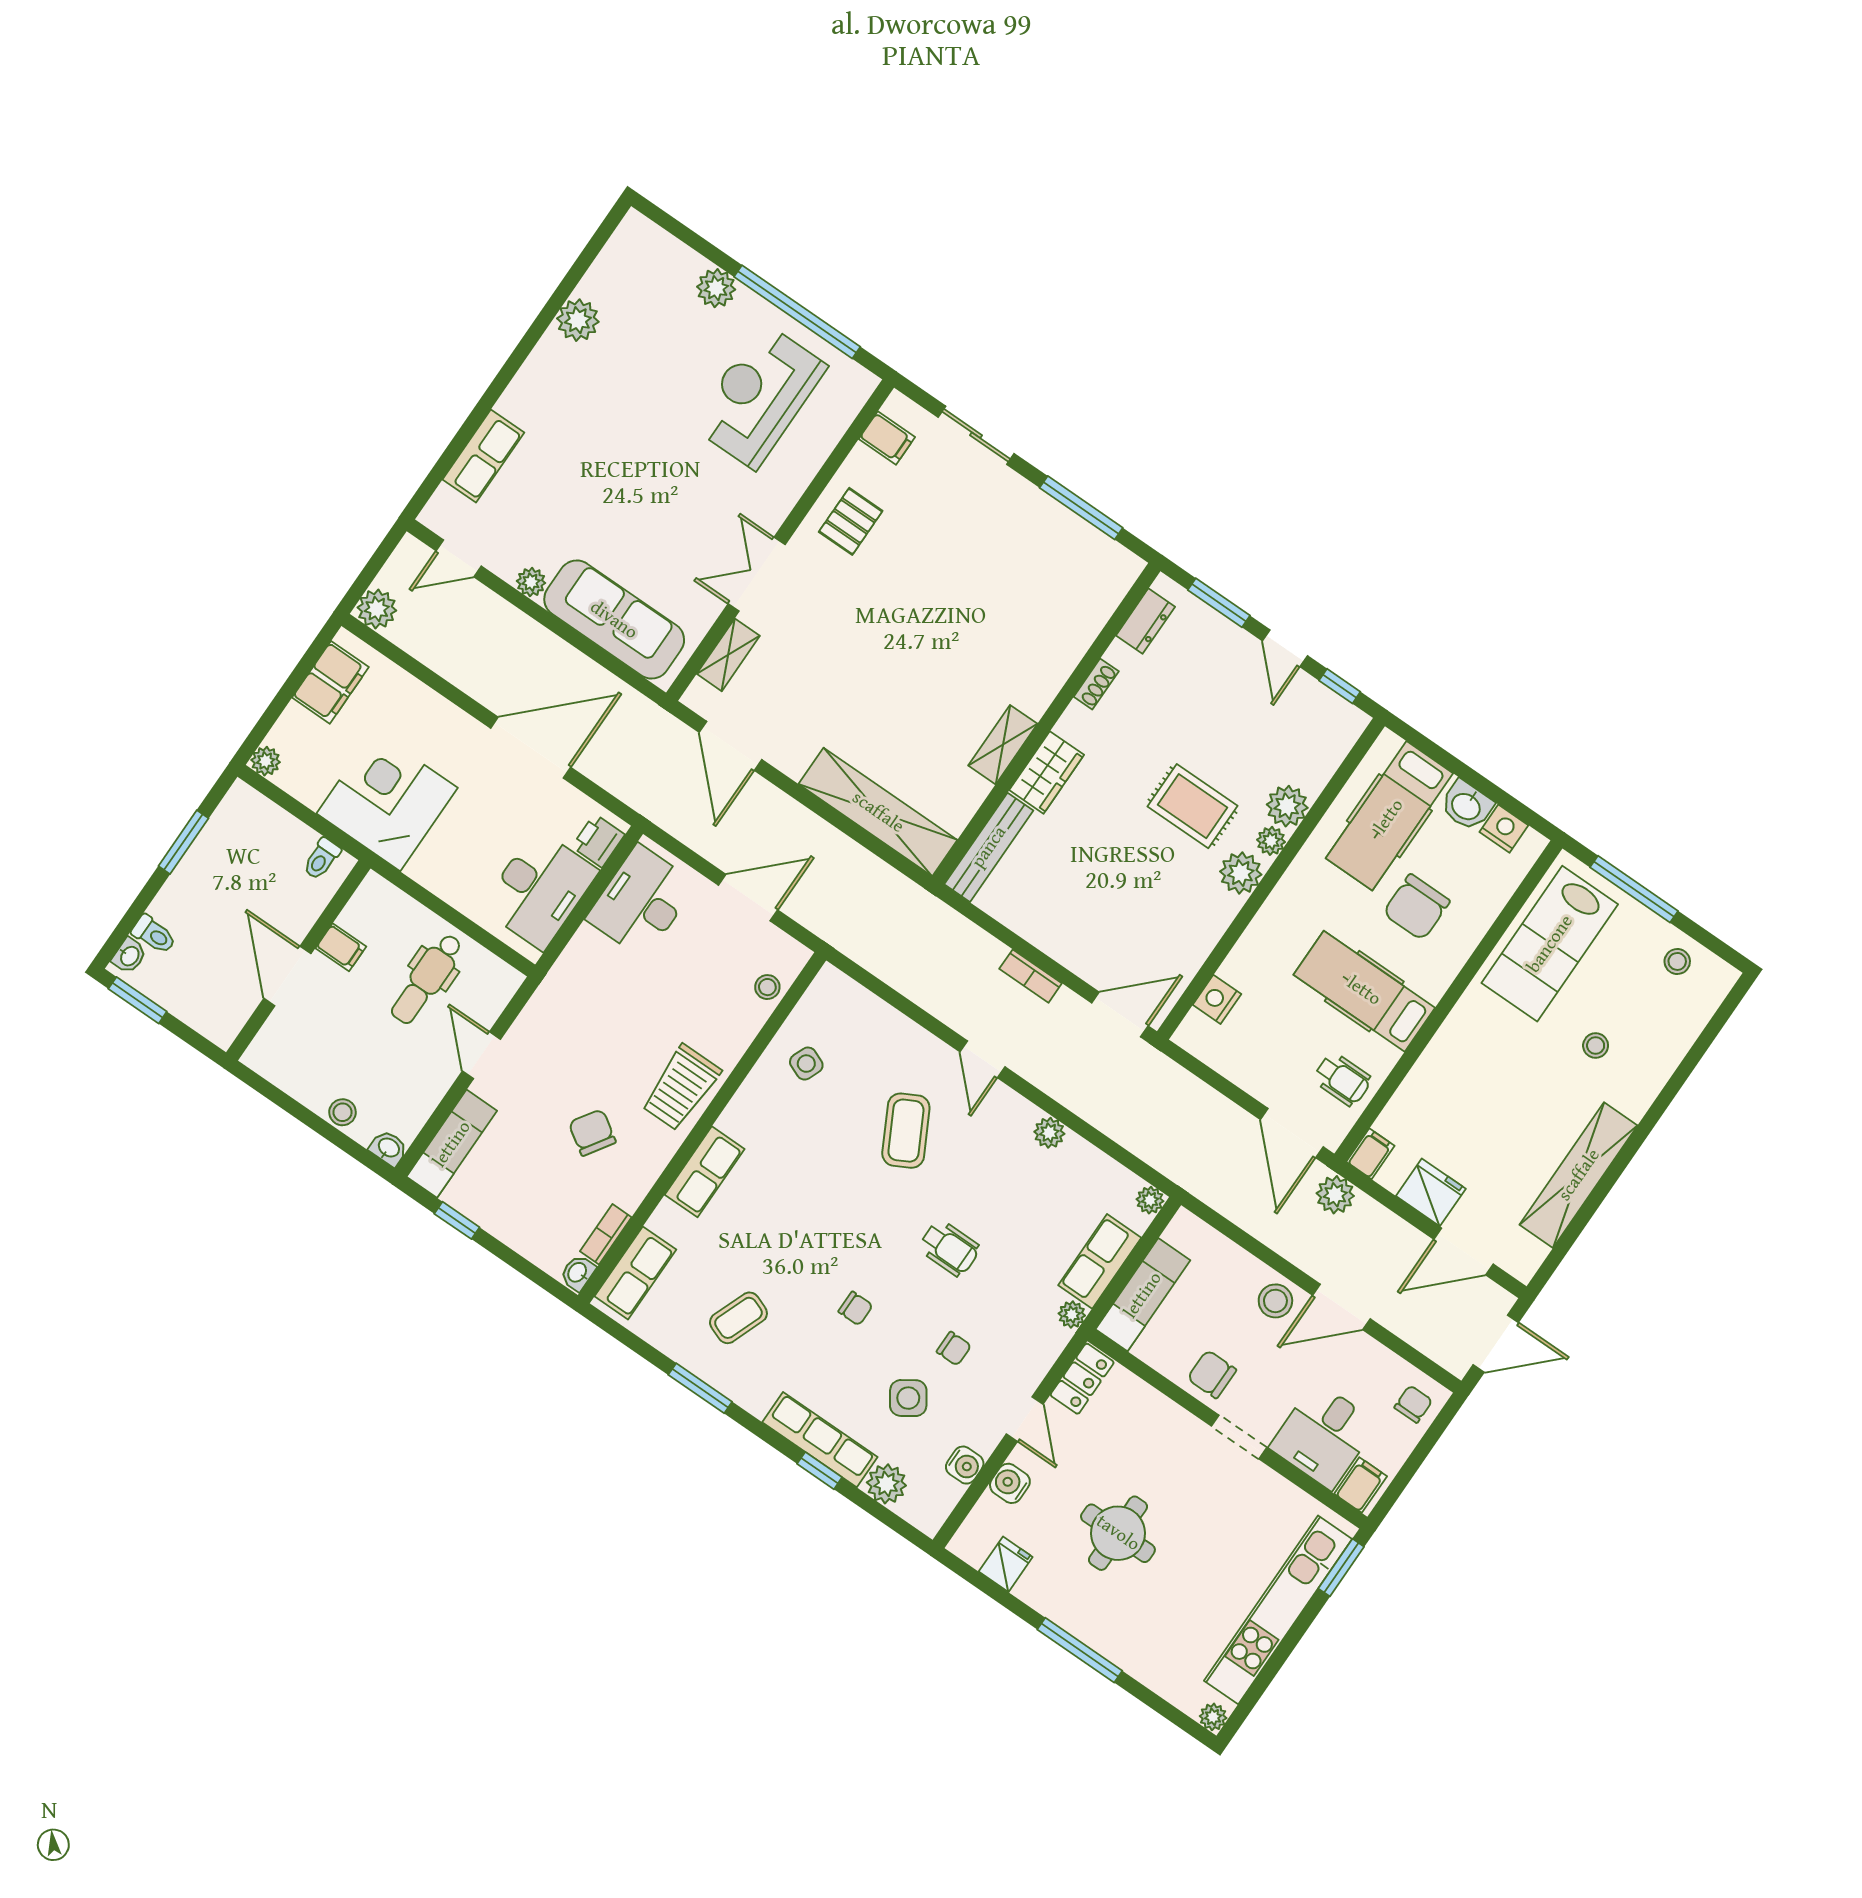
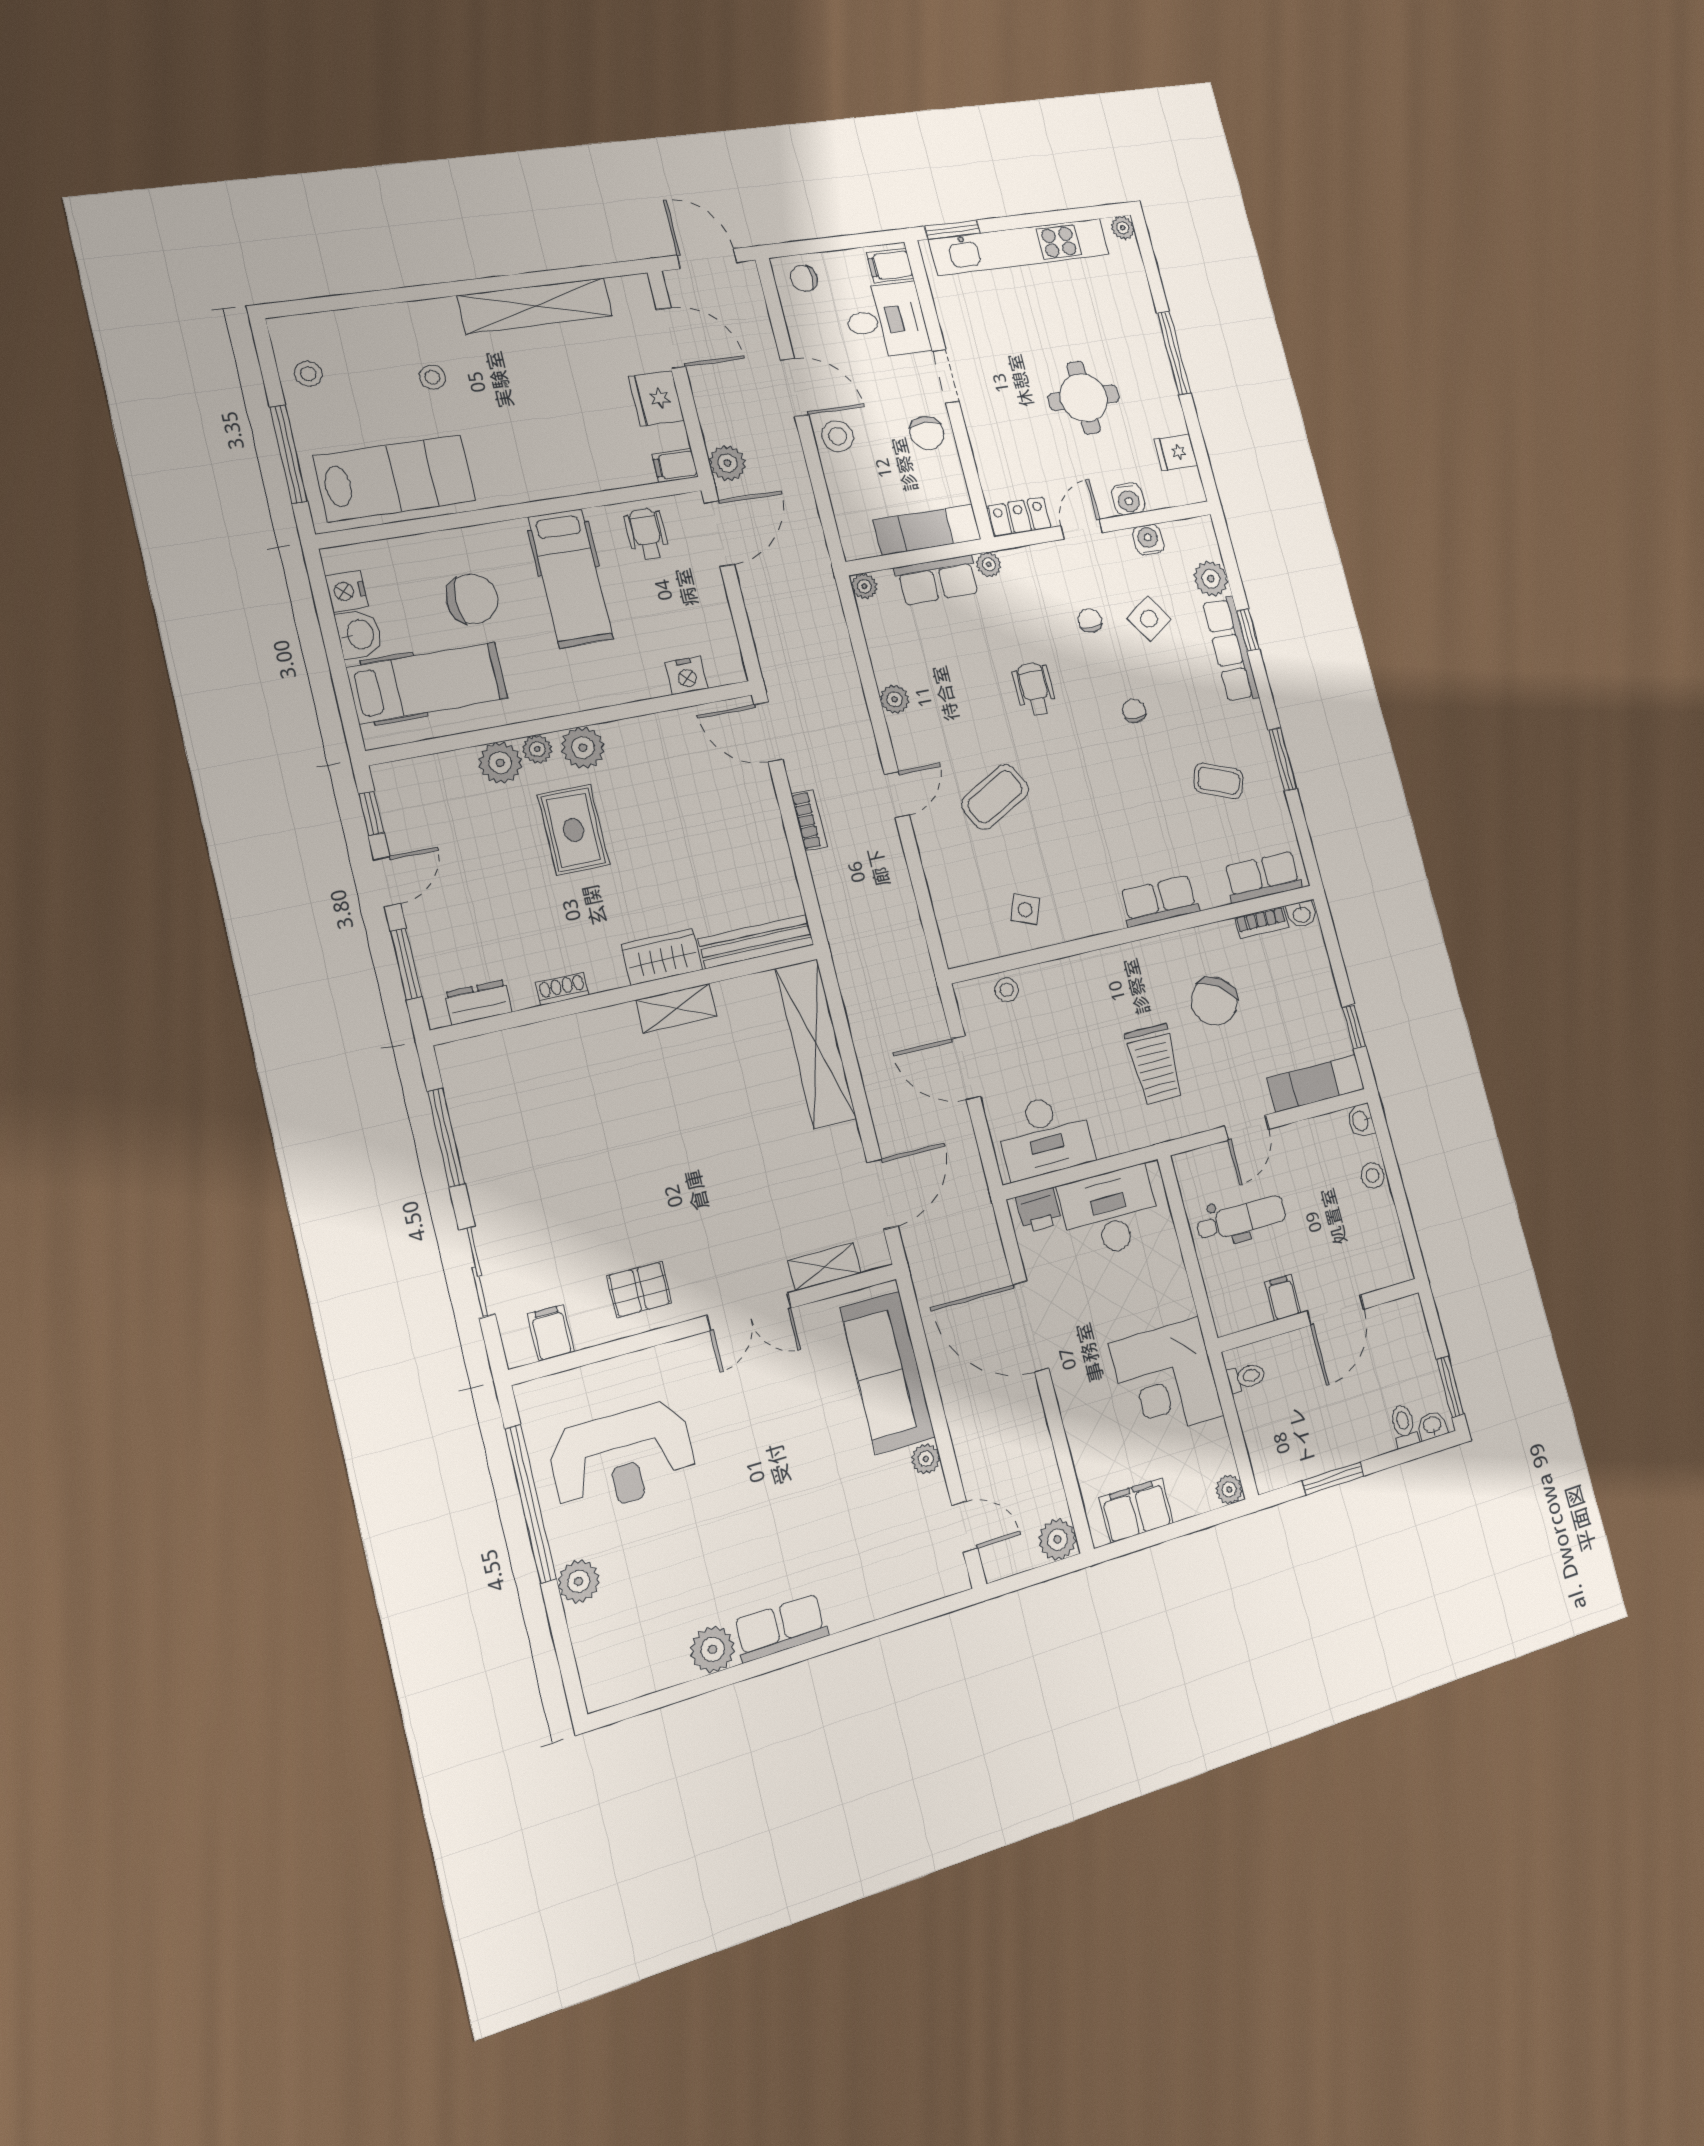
row of seats: (483, 456) -> (781, 1628), moved
trolley: (681, 1088) -> (1155, 1064), moved, turned 90
chair: (592, 1133) -> (1214, 1001), width x1.37, depth x1.37

